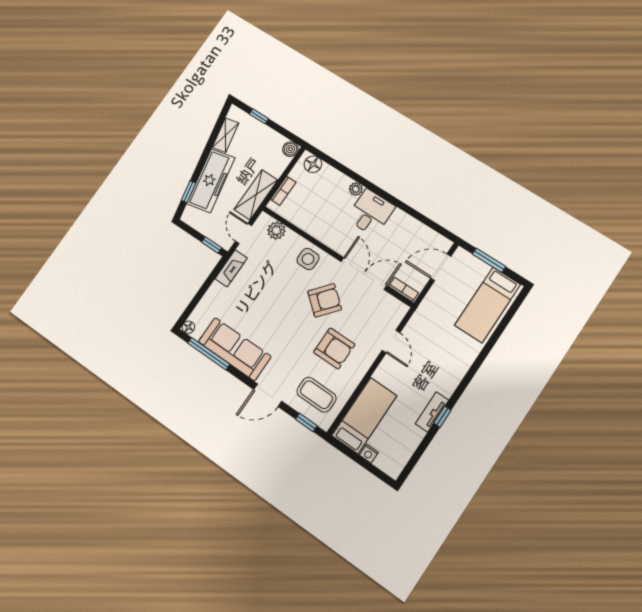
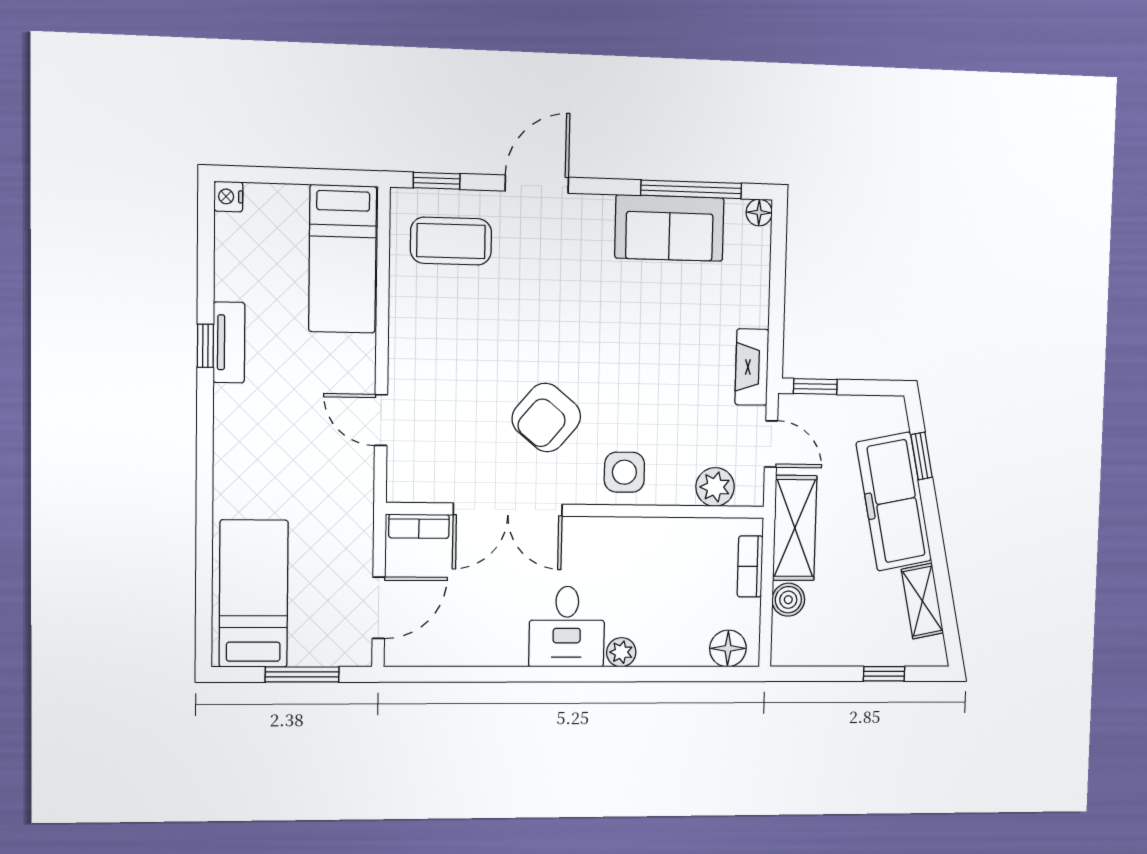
boiler: (290, 149) -> (788, 600), moved
armchair: (334, 348) -> (473, 343), removed
sofa: (235, 349) -> (669, 228), width x0.73
nightstand: (369, 454) -> (228, 197), moved, turned -90

